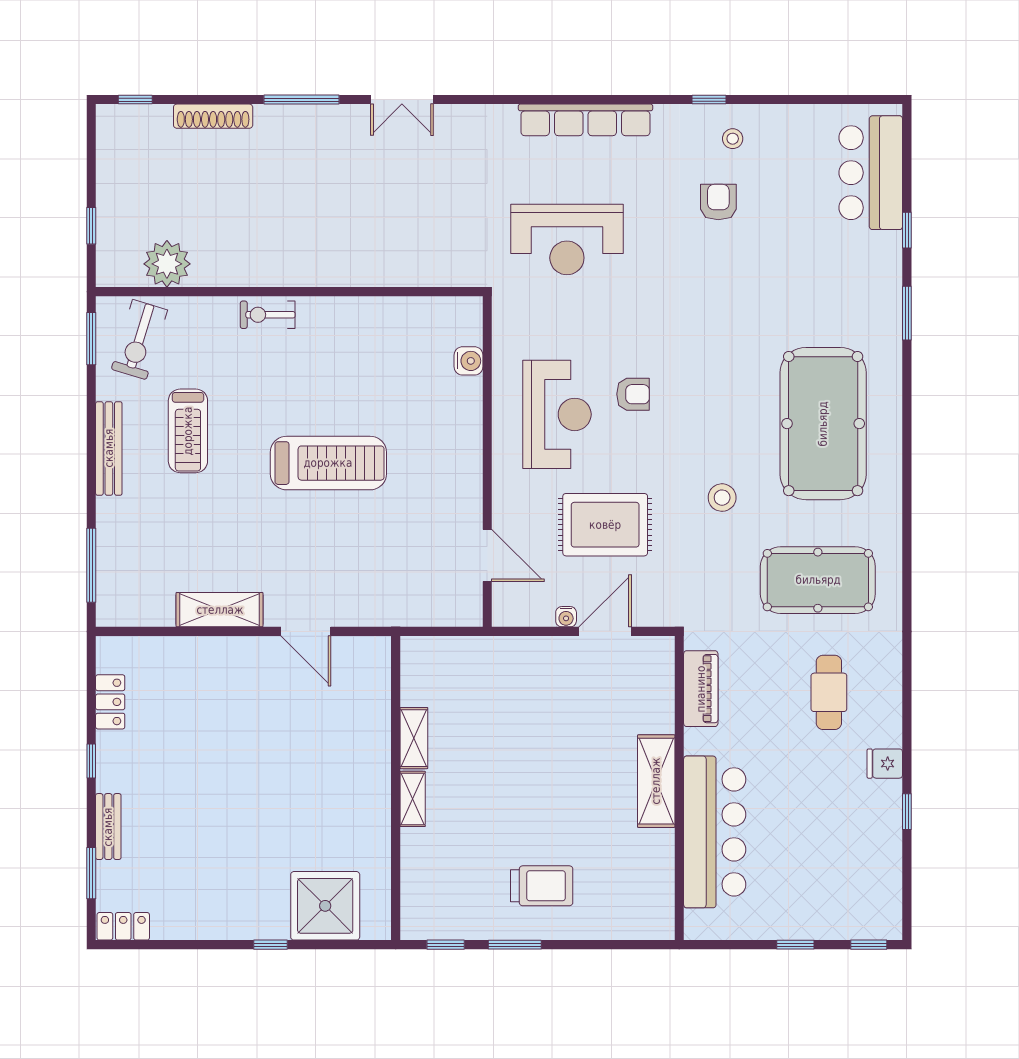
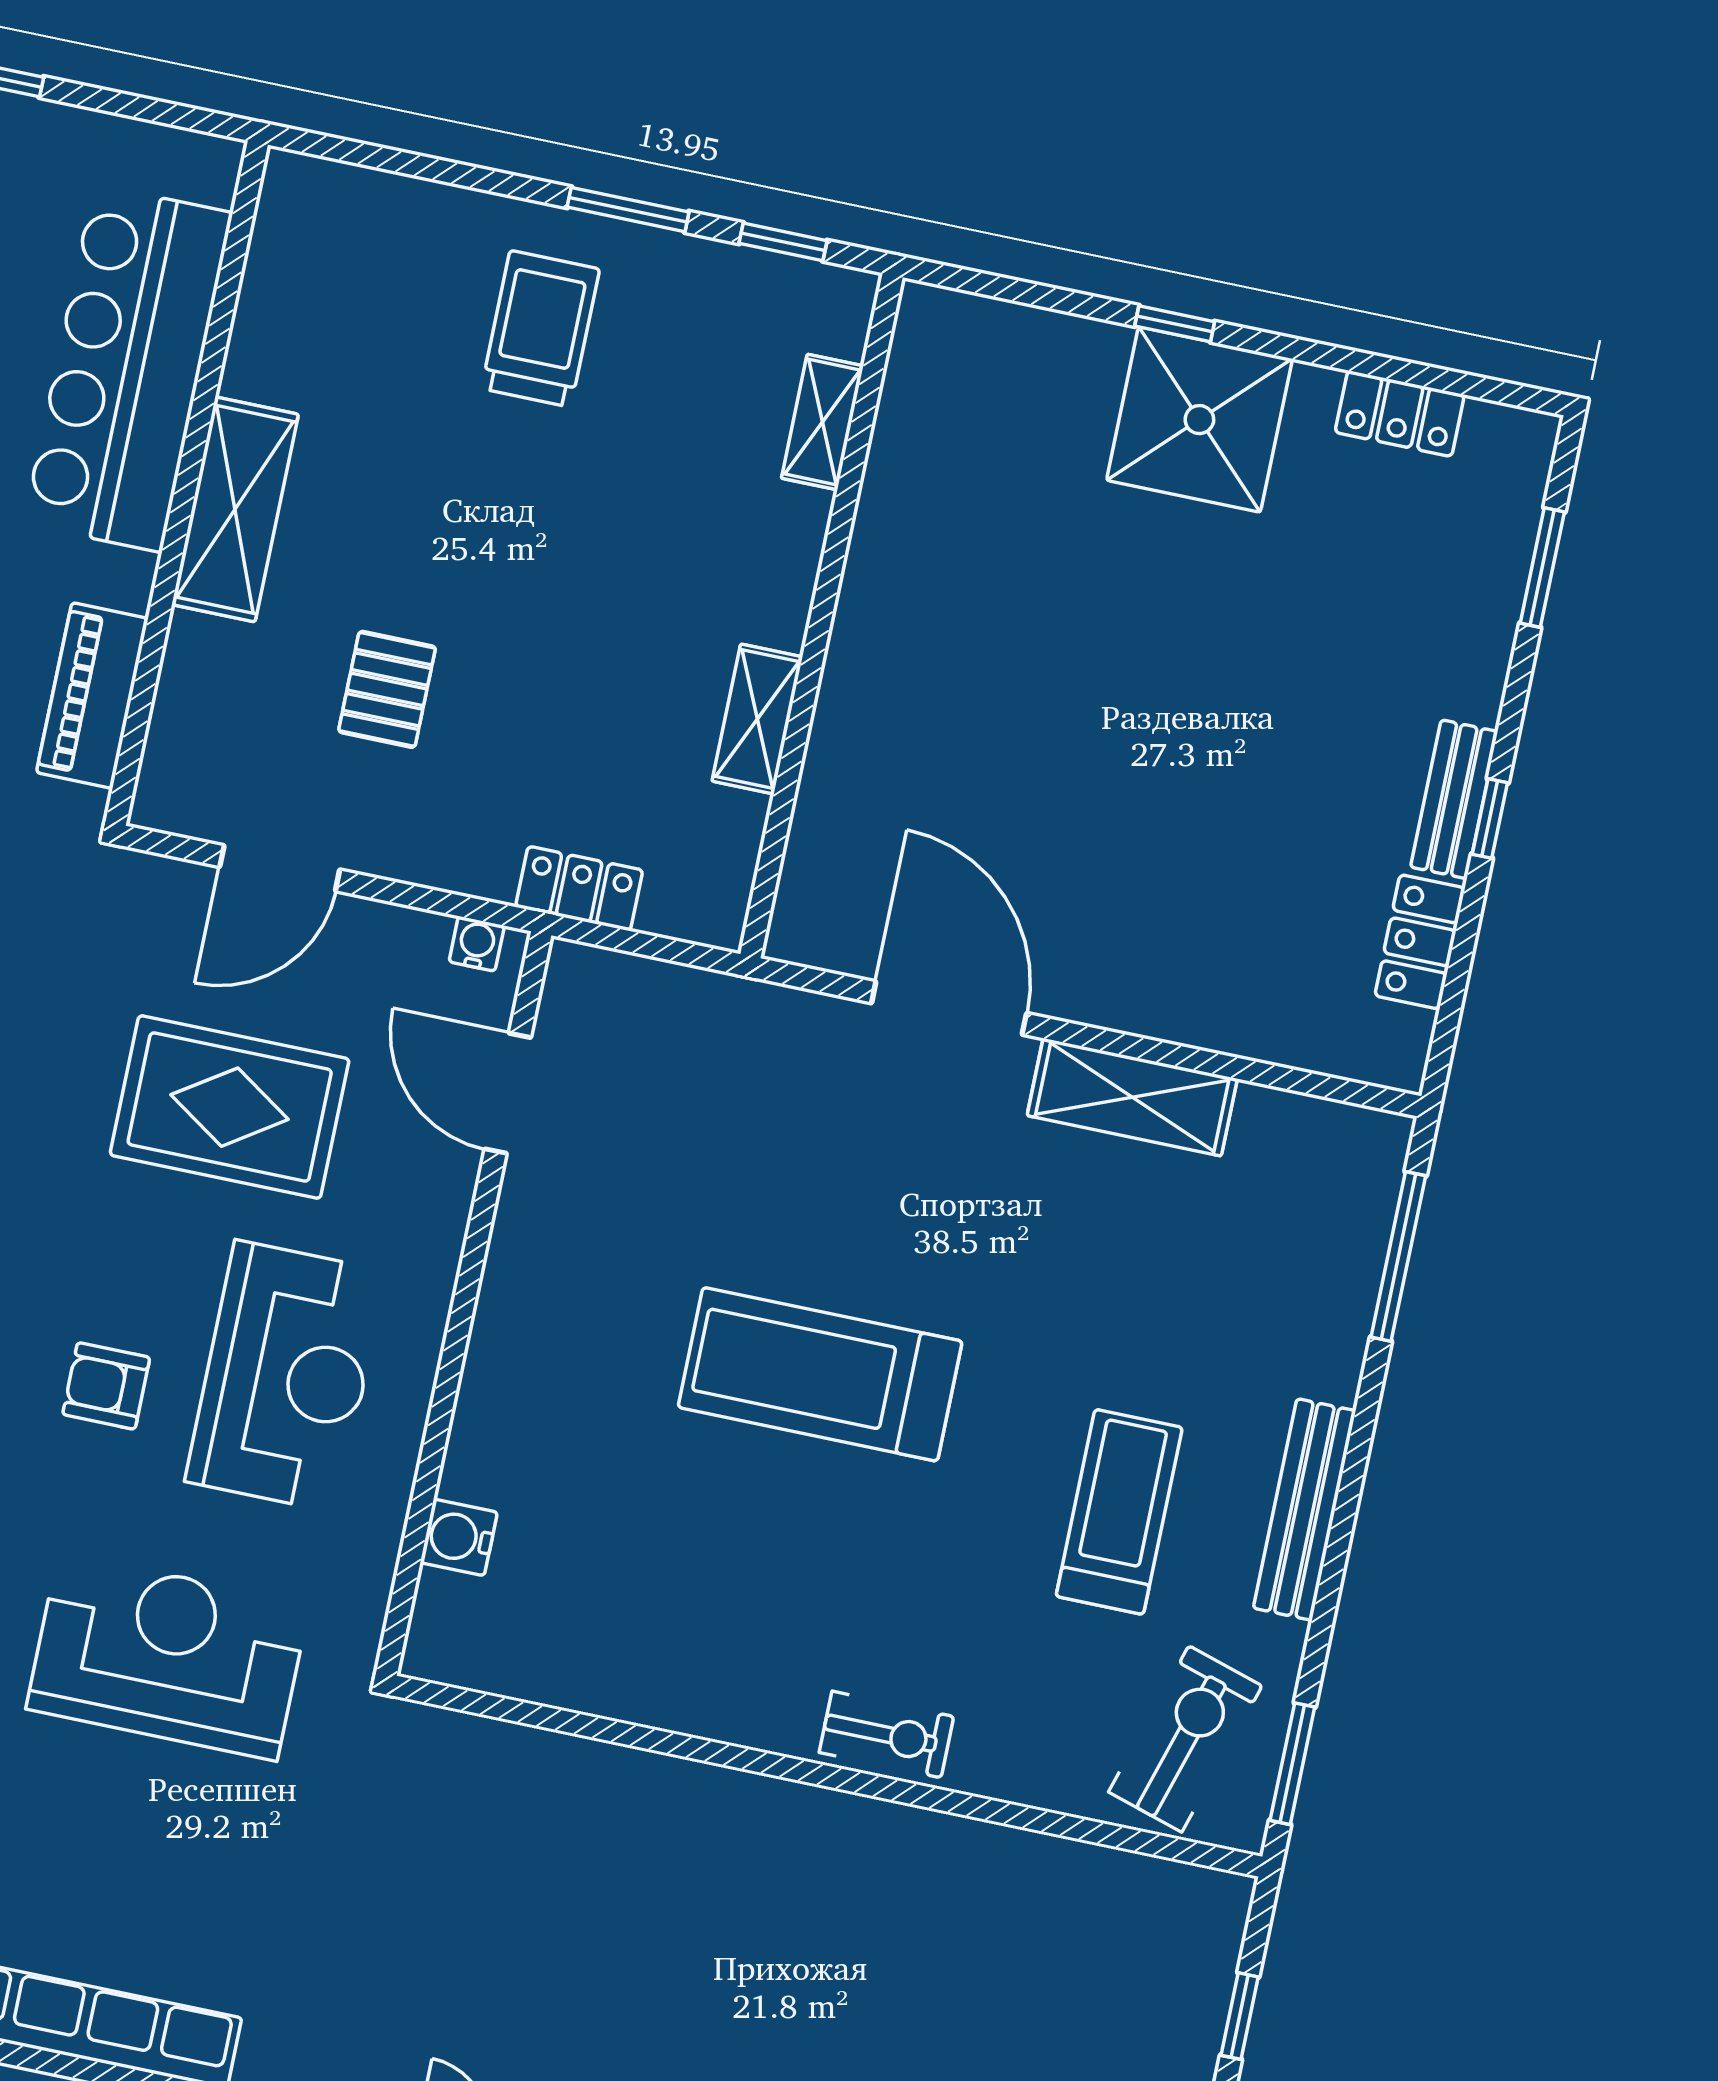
reception desk: (567, 239) -> (168, 1656), moved
plant: (167, 264) -> (1088, 1896), removed
reception desk: (557, 414) -> (286, 1376), turned 180
water cooler: (566, 617) -> (477, 944), moved
door: (306, 631) -> (949, 1008), width x1.36
locker: (475, 650) -> (579, 888), added
pallet: (575, 718) -> (387, 689), added
shelving: (413, 799) -> (822, 422), moved
bench: (108, 827) -> (1454, 799), moved
trolley: (542, 886) -> (540, 329), turned 90
shower: (325, 906) -> (1199, 420), moved
locker: (123, 926) -> (1400, 414), moved

